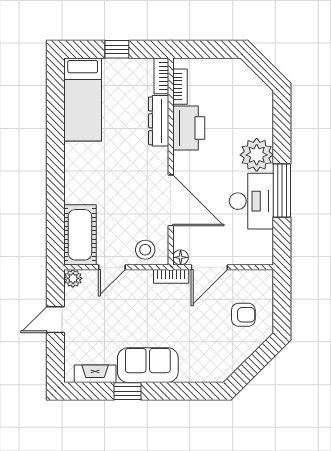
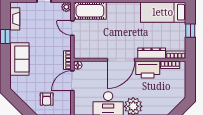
door: (171, 200) -> (121, 60), moved
stool: (145, 250) -> (82, 46), removed
door: (209, 267) -> (72, 81), hinge flipped
sofa: (148, 365) -> (19, 59), moved

